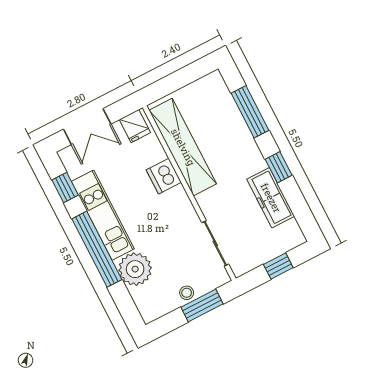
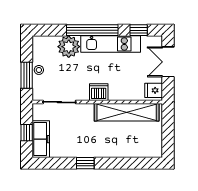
window: (250, 112) -> (127, 163), removed
dishwasher: (164, 176) -> (99, 92), moved
freezer: (271, 198) -> (41, 139), moved, turned 90

